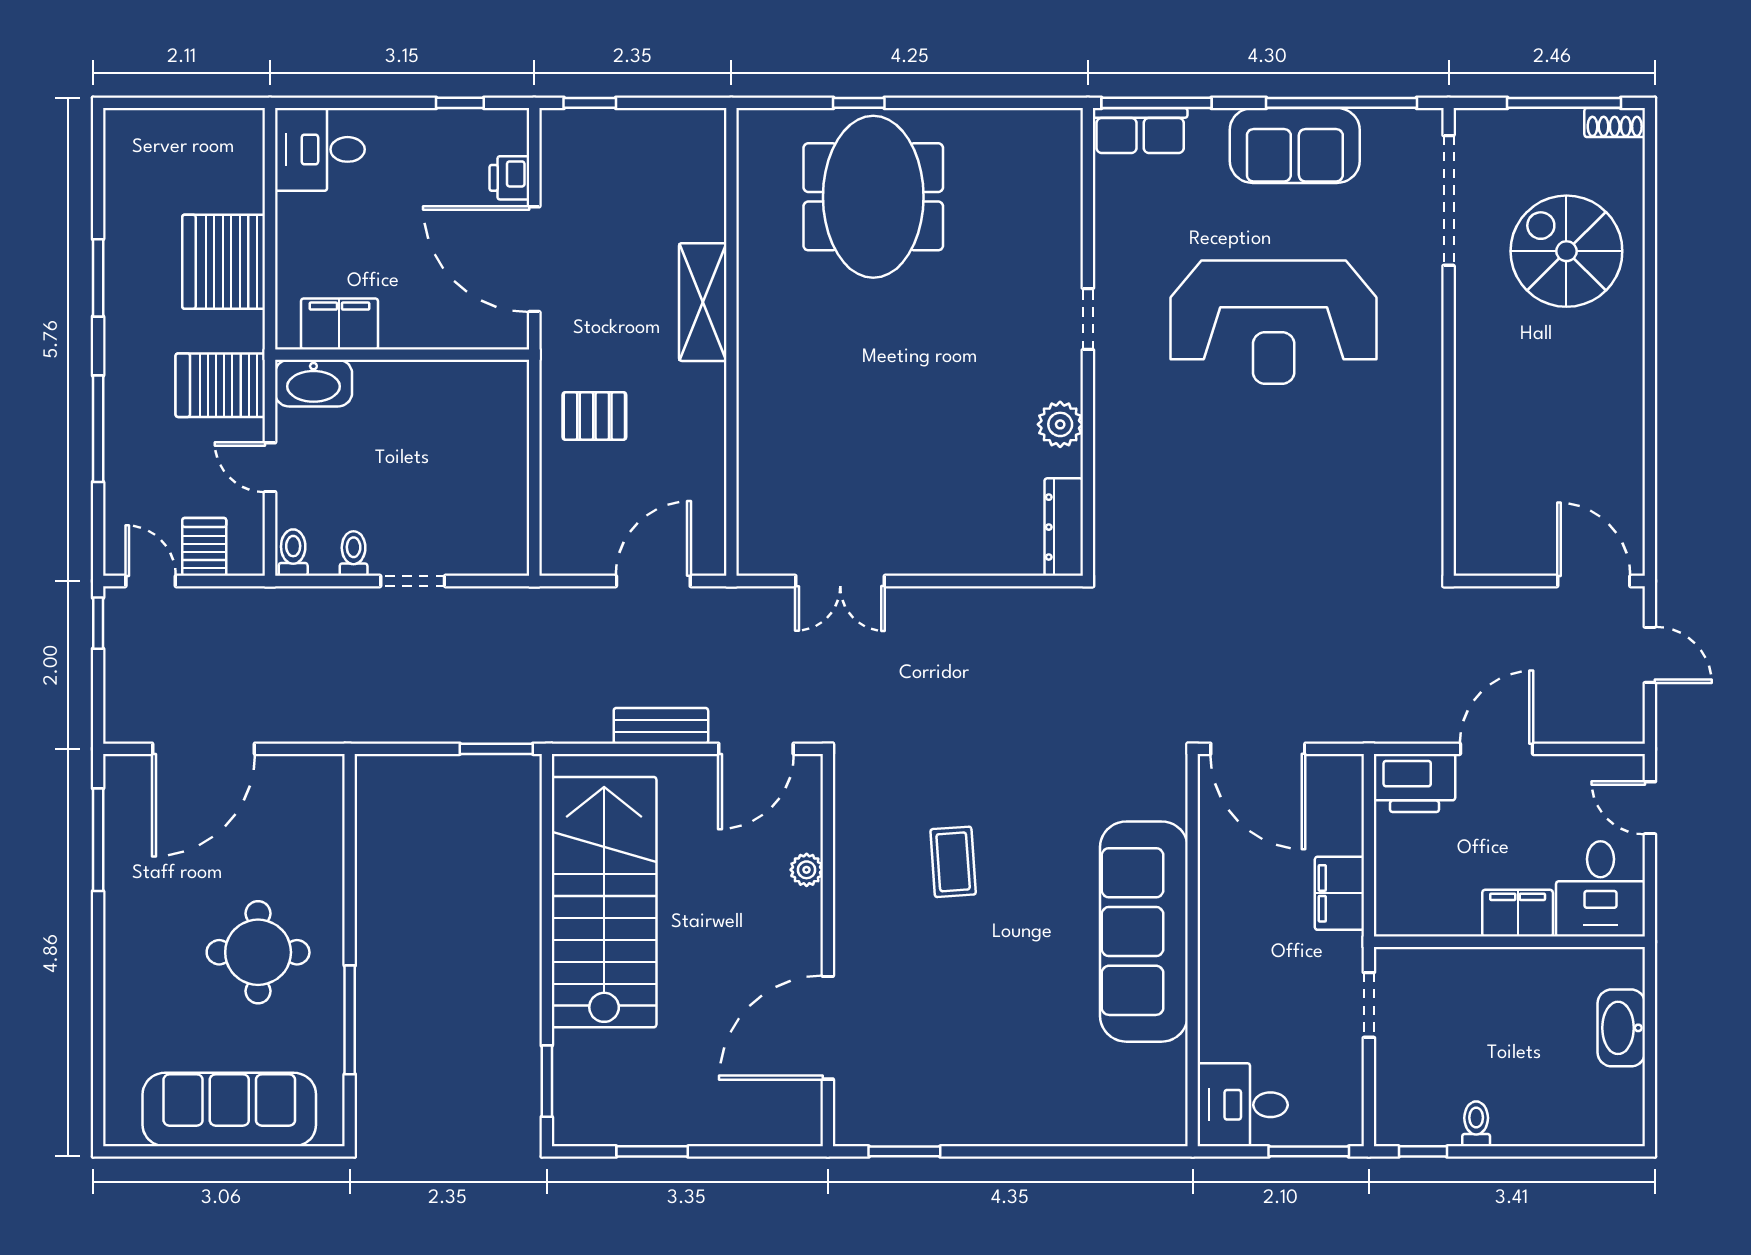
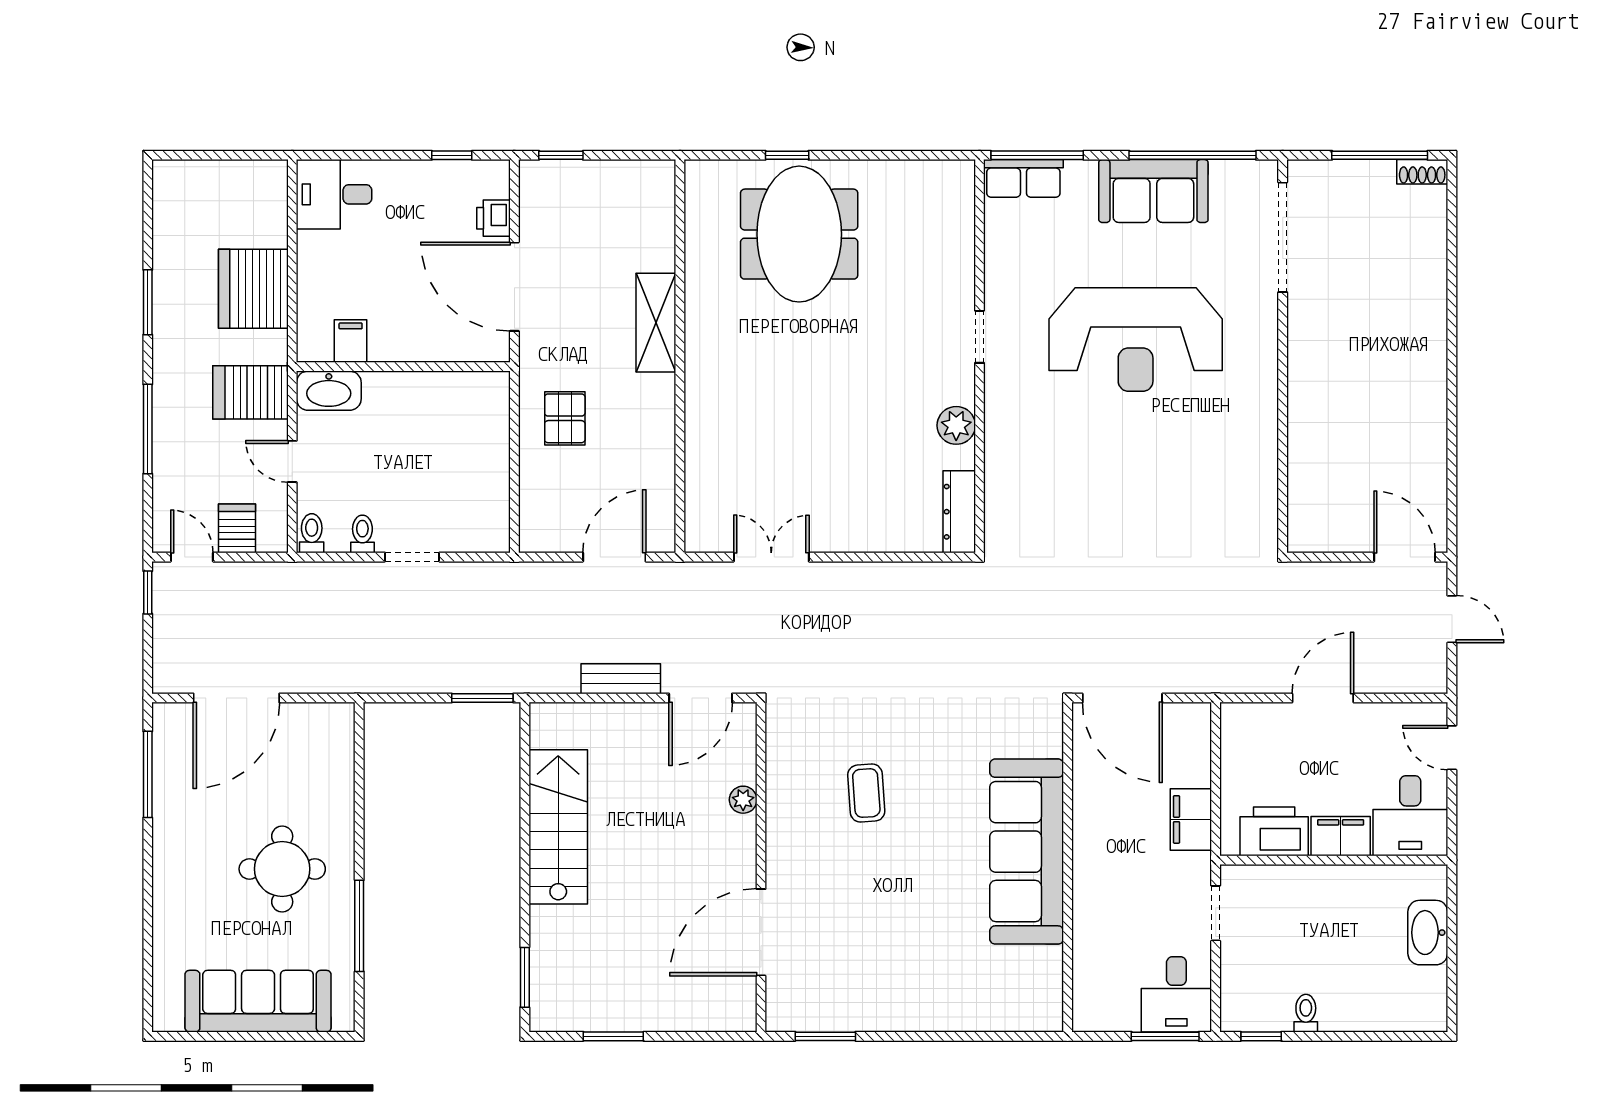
spiral stairs: (1566, 251) -> (1382, 280), removed
filing cabinet: (339, 324) -> (351, 341), width x0.50
pallet: (594, 416) -> (565, 418), turned 90
double door: (840, 581) -> (771, 557), swing flipped
printer: (1414, 783) -> (1274, 831), moved, turned 180
stairs: (604, 902) -> (558, 827), width x0.73, depth x0.66
desk: (1243, 1105) -> (1176, 994), moved, turned -90

